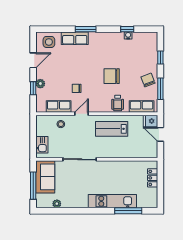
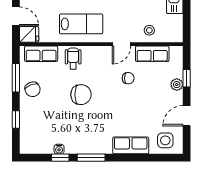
window: (86, 29) -> (91, 158), moved

